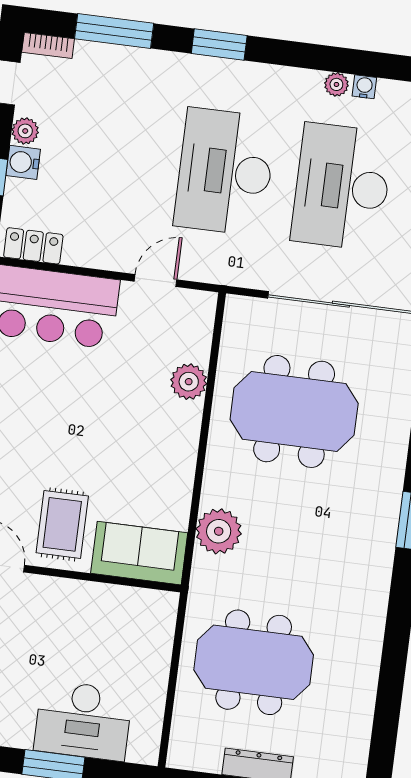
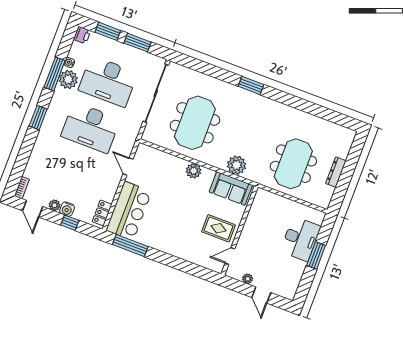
window: (114, 31) -> (55, 74), moved
plant: (336, 84) -> (68, 79), width x1.88, depth x1.88
plant: (189, 382) -> (194, 171), moved
sofa: (139, 553) -> (231, 189), moved, turned -90

